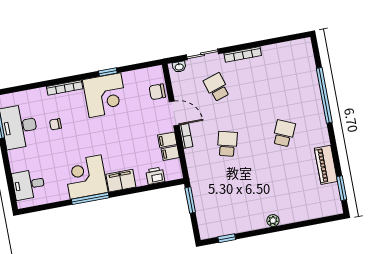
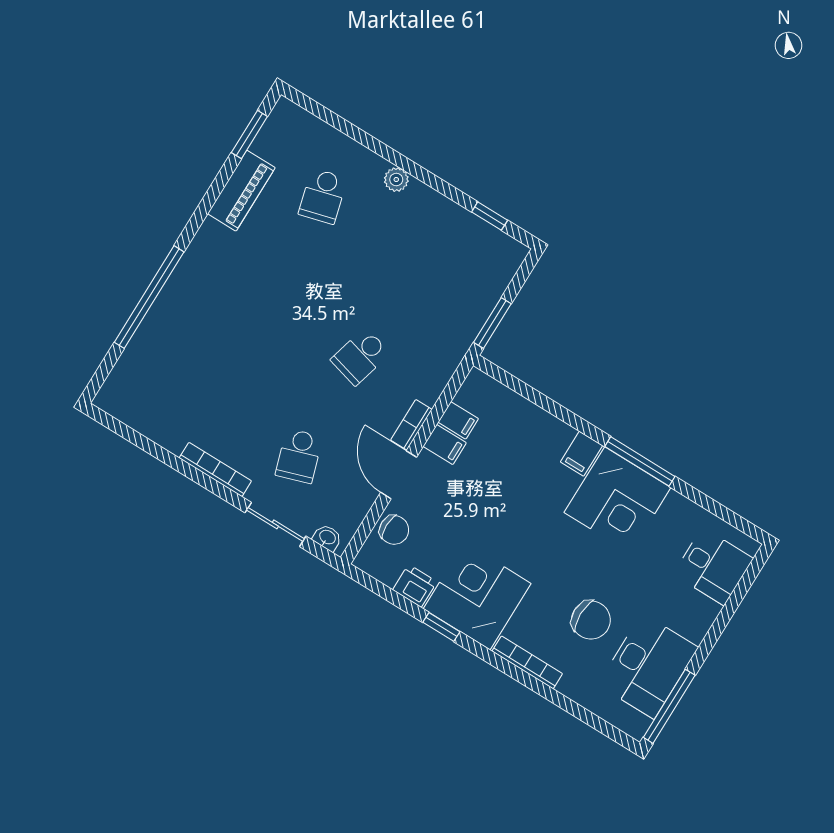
chair: (55, 124) -> (591, 620), width x1.87, depth x1.87
school desk: (284, 133) -> (323, 196), moved, turned -39
printer: (155, 176) -> (415, 586), moved, turned 180
filing cabinet: (121, 181) -> (582, 454), width x0.50

